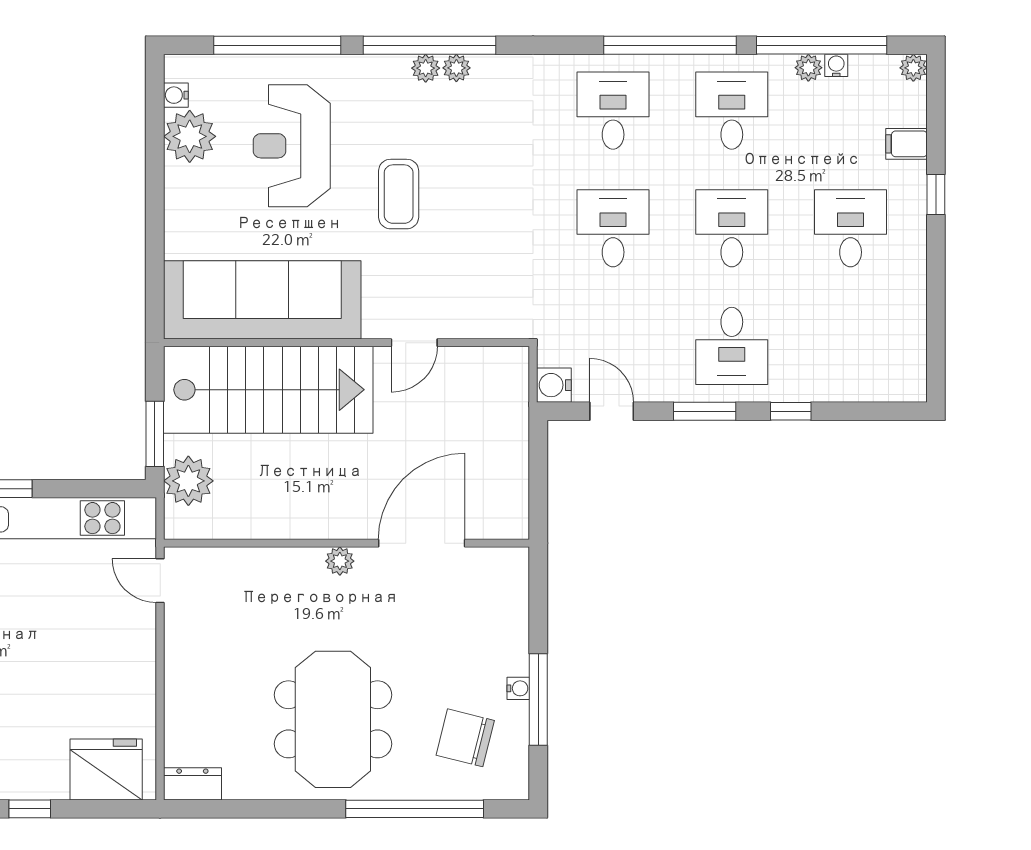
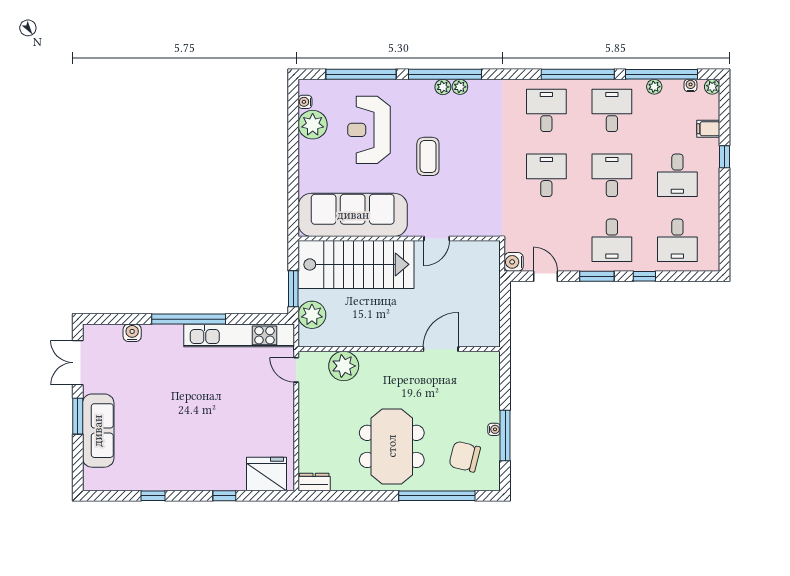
water cooler: (836, 65) -> (690, 85), moved
desk: (851, 228) -> (677, 175), turned 180
desk: (851, 346) -> (677, 240), added
door: (422, 543) -> (441, 349), width x0.73
plant: (340, 561) -> (344, 366), moved, width x1.88, depth x1.88

